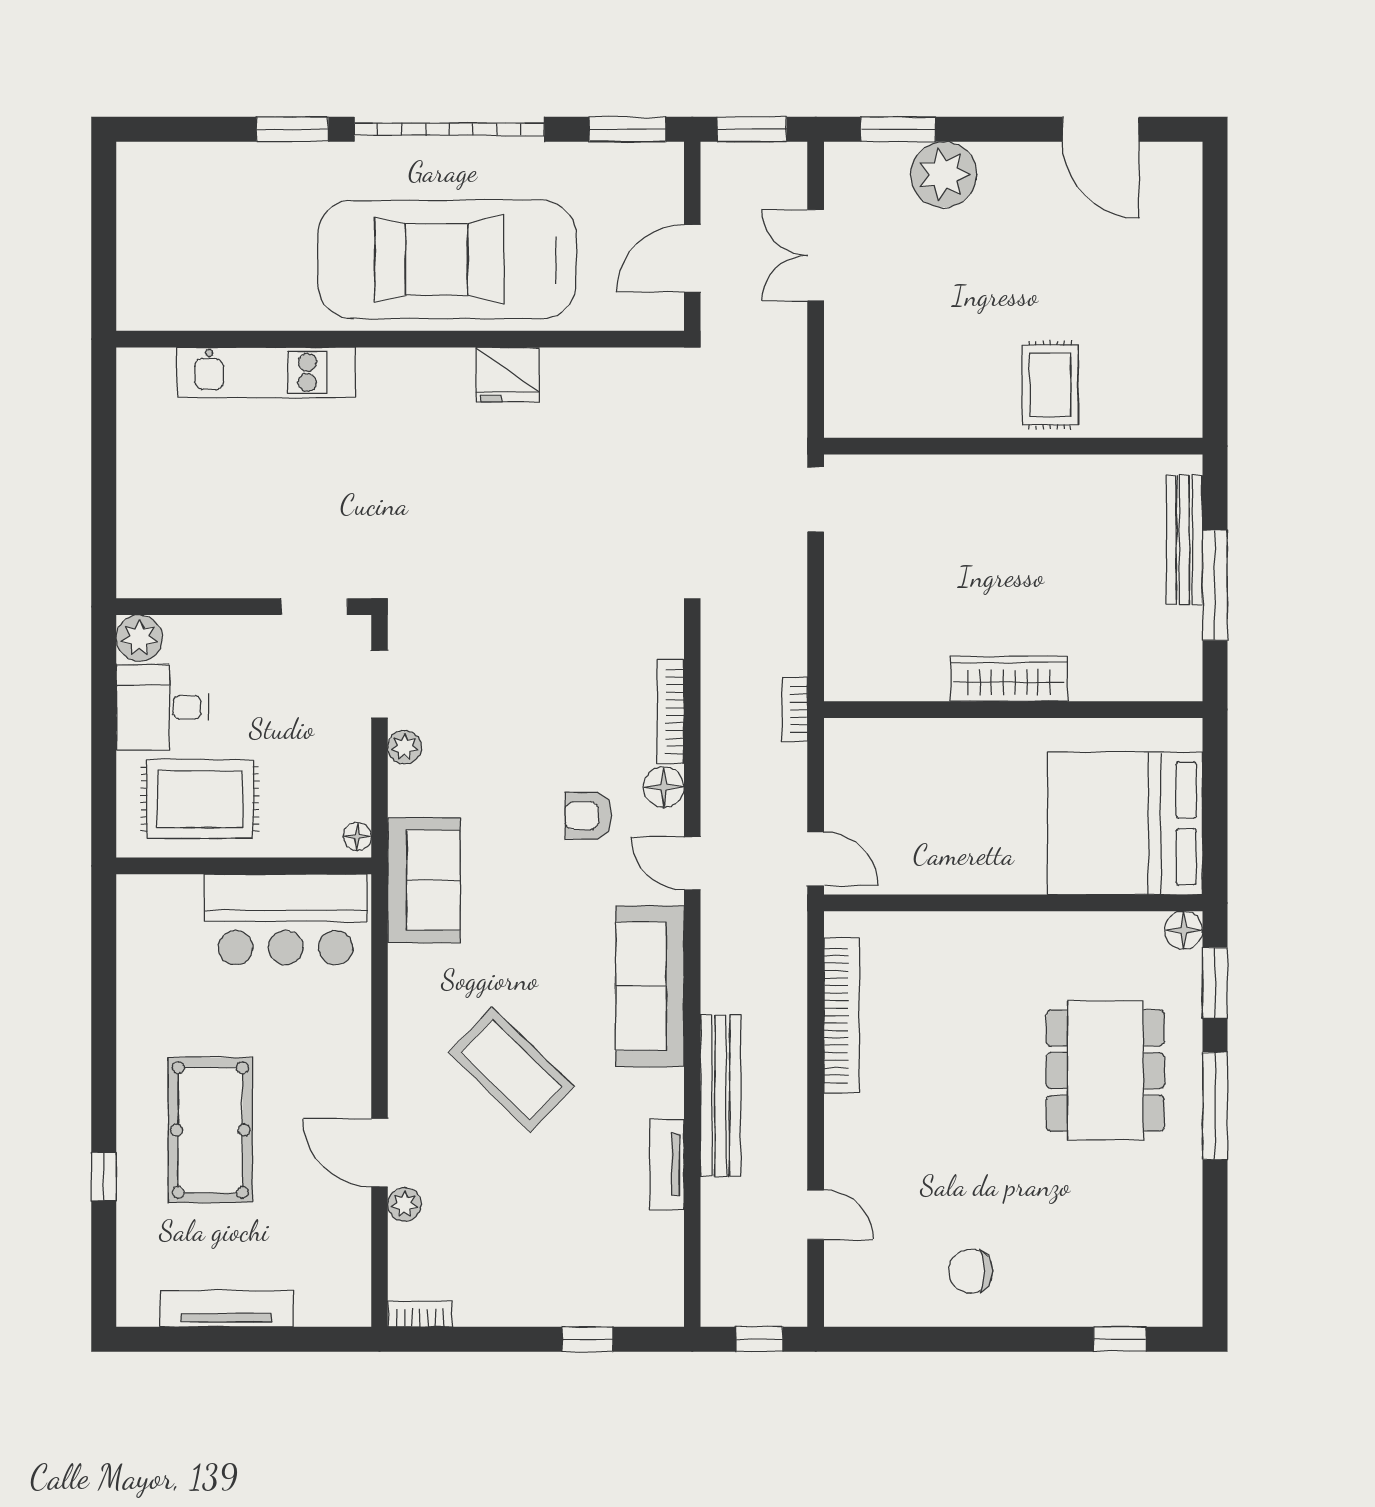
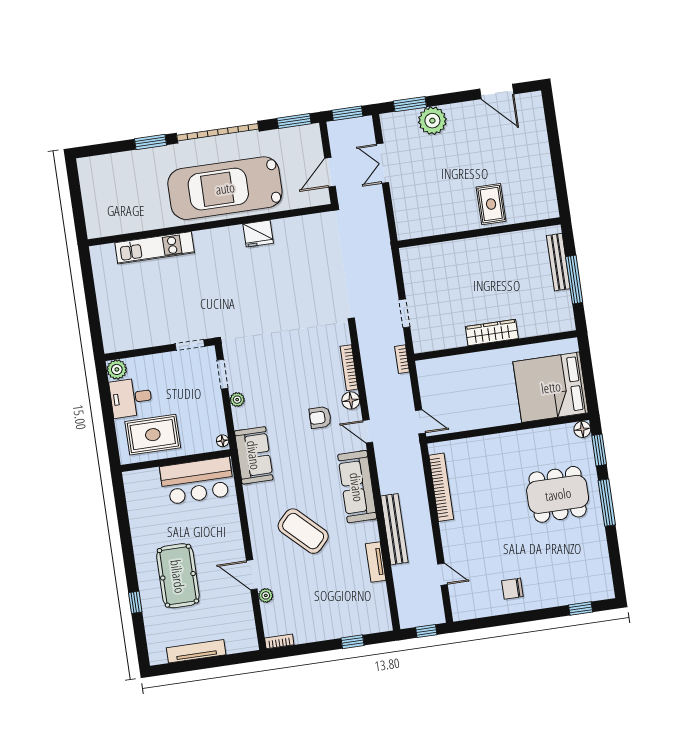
doorway: (816, 499) -> (405, 313), moved
dining table: (1105, 1071) -> (558, 494), turned 90

